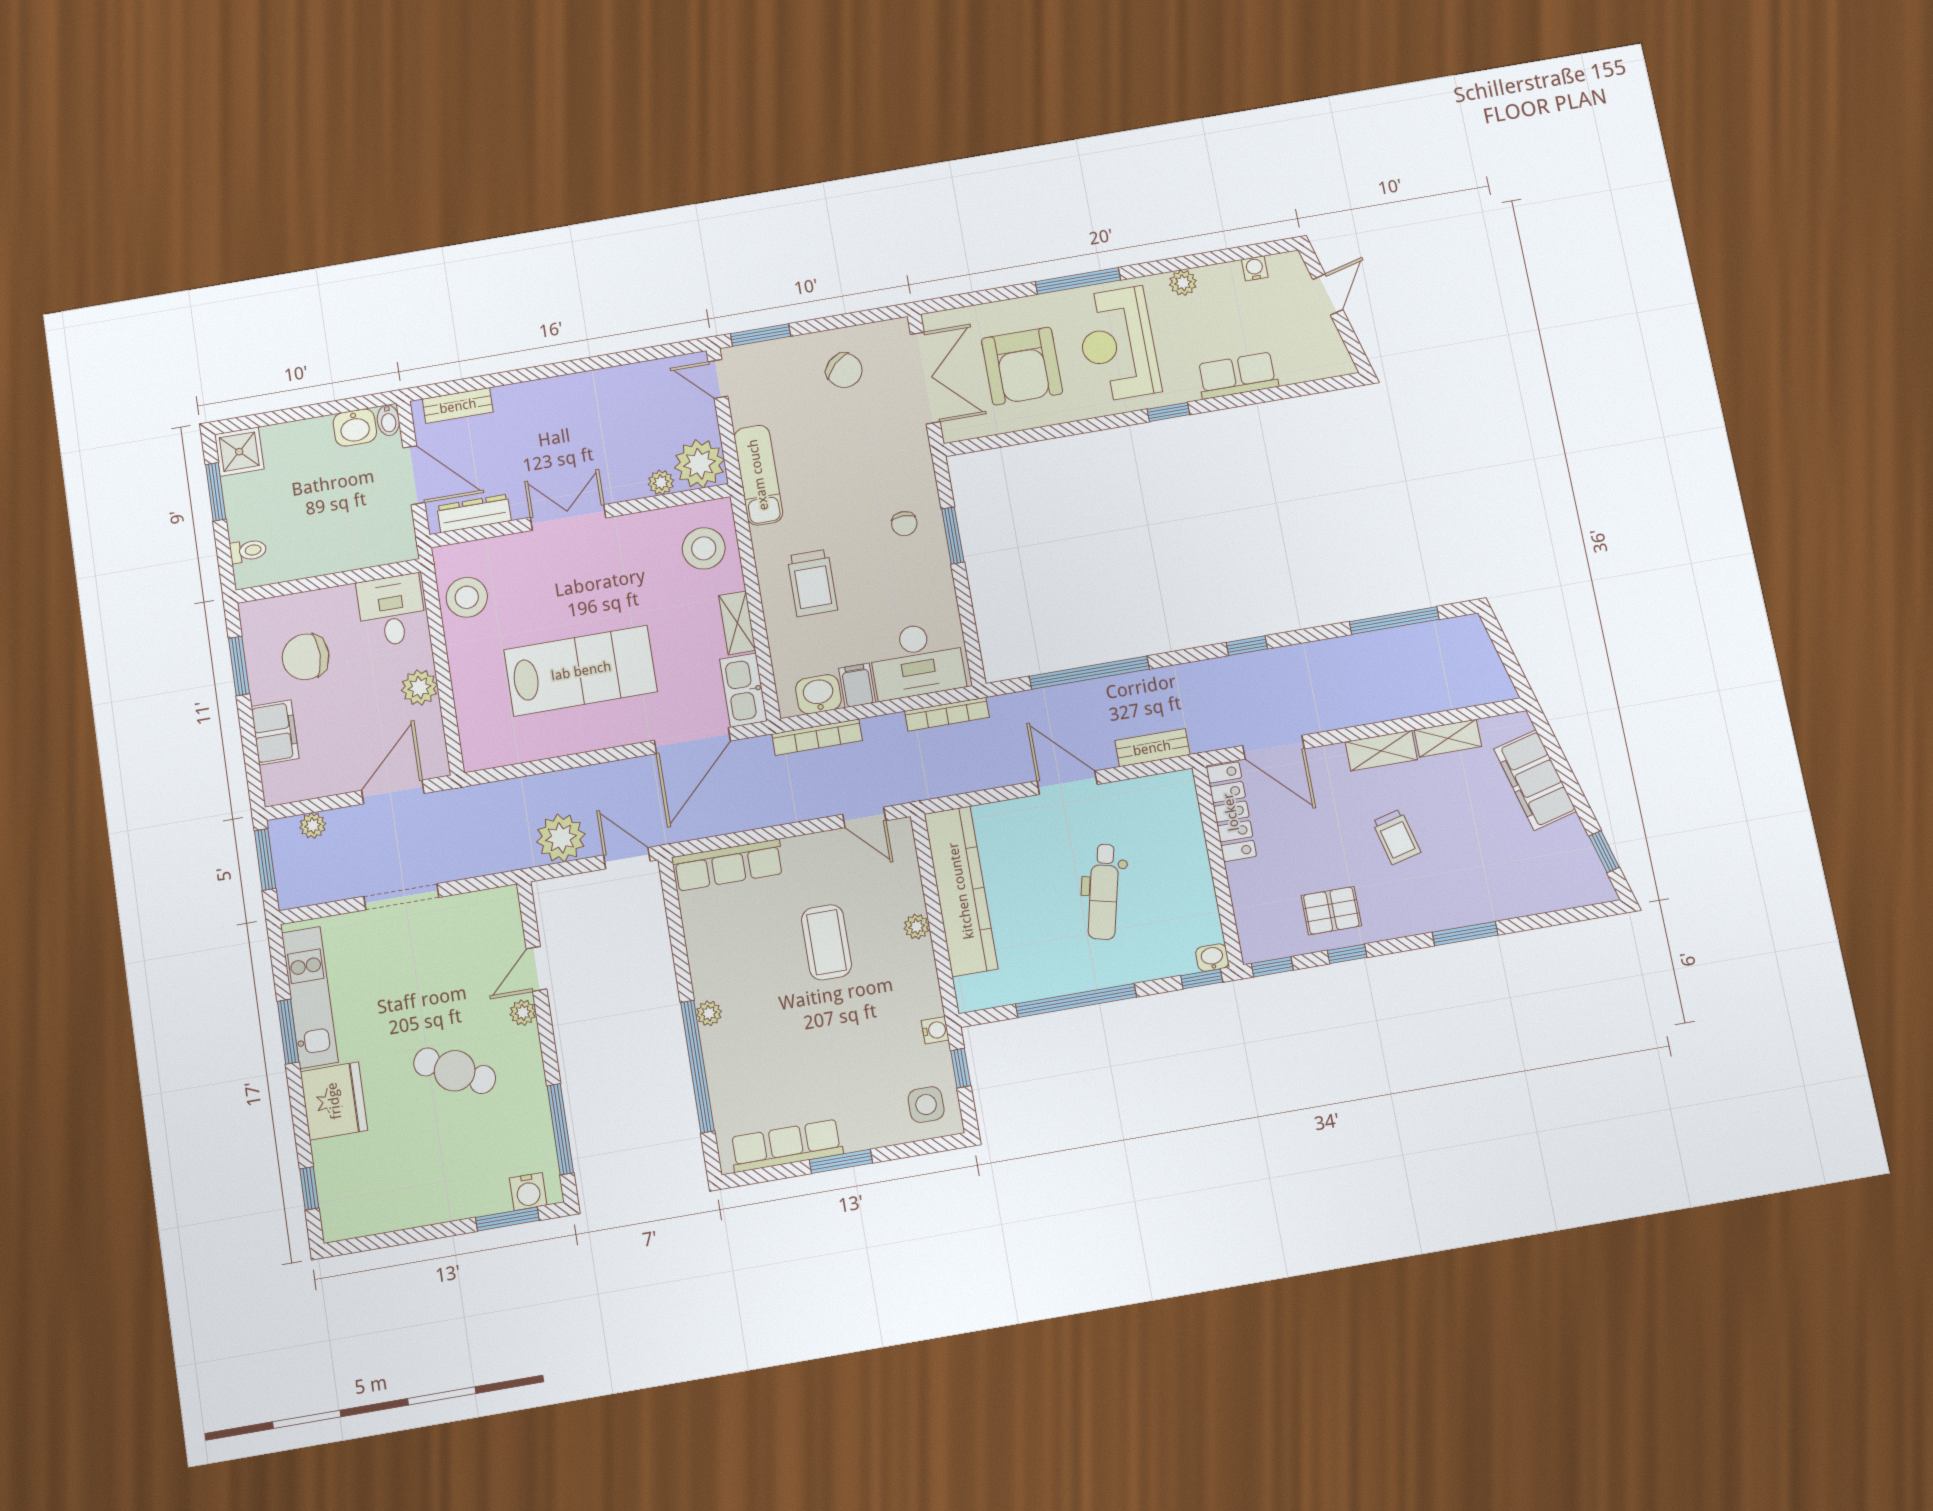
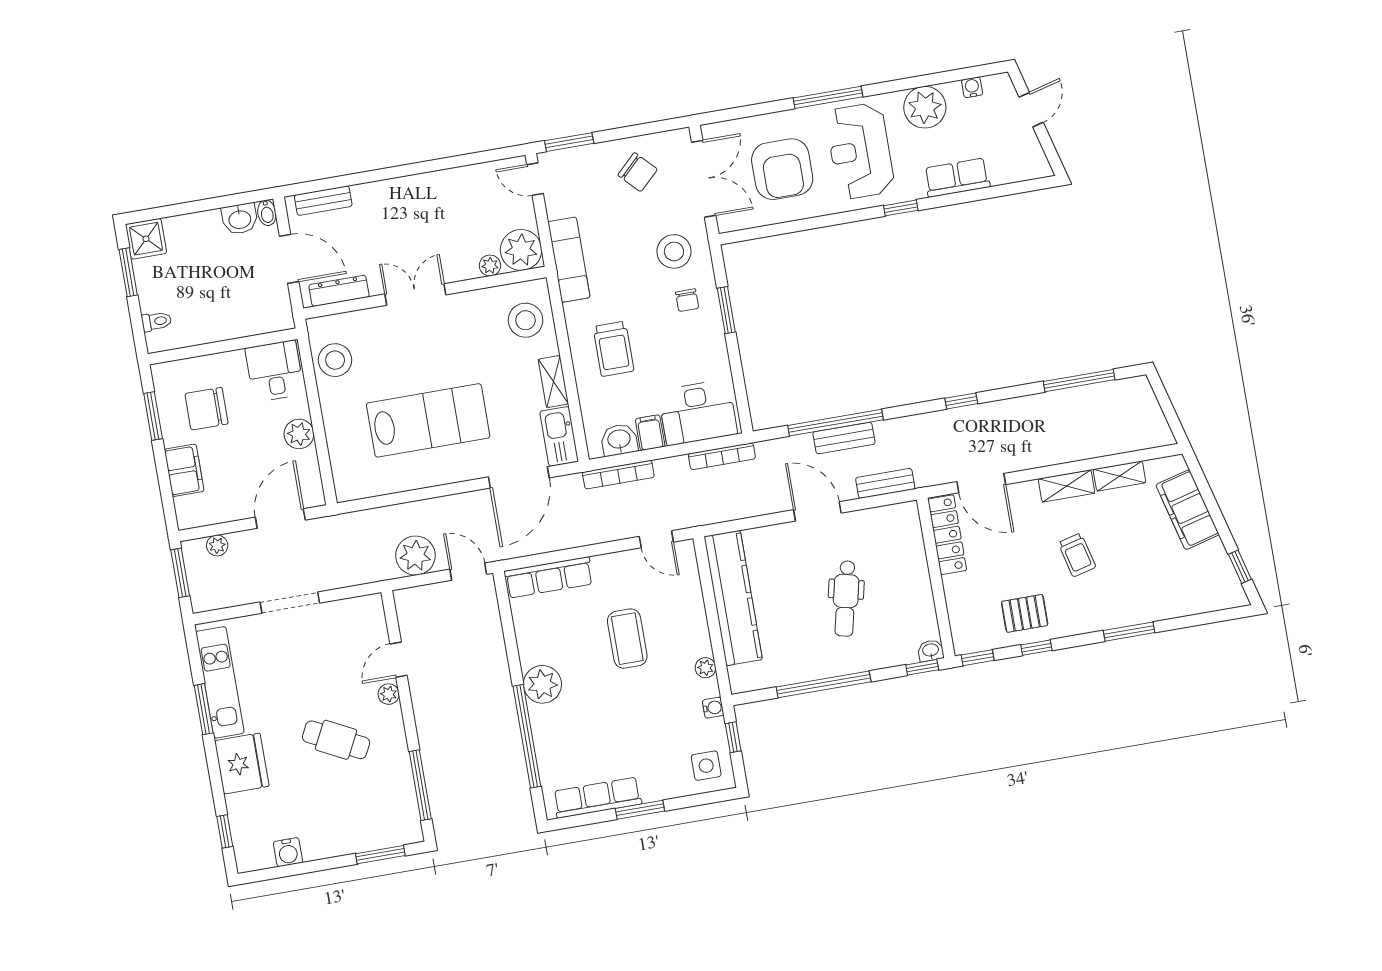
plant: (1183, 283) -> (925, 107), width x1.88, depth x1.88
stool: (888, 465) -> (674, 251), added
bench: (1100, 692) -> (844, 438), added
plant: (917, 927) -> (705, 668), moved
plant: (709, 1013) -> (542, 684), width x1.88, depth x1.88
water cooler: (528, 1192) -> (288, 852), moved

